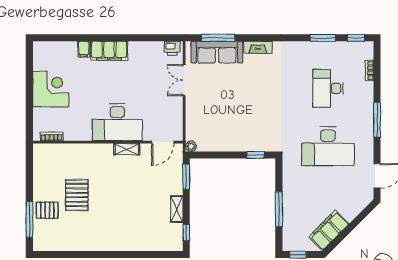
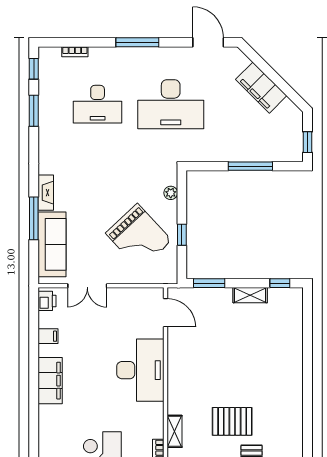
window: (218, 38) -> (34, 218), moved
filing cabinet: (84, 49) -> (48, 336), moved
grand piano: (223, 121) -> (139, 237), added
plant: (191, 146) -> (171, 193), moved
desk: (328, 146) -> (171, 104), turned 90
shelving: (127, 149) -> (174, 431), moved
window: (255, 155) -> (182, 235), moved
filing cabinet: (329, 230) -> (261, 88), moved

